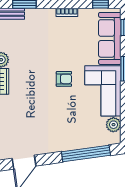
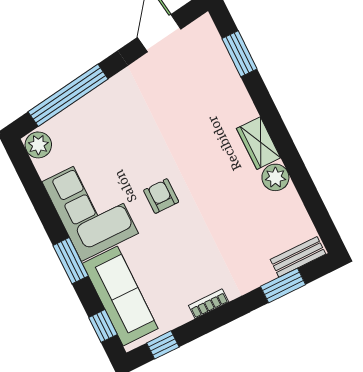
armchair: (64, 79) -> (161, 196), turned 90
plant: (113, 125) -> (38, 145), moved

